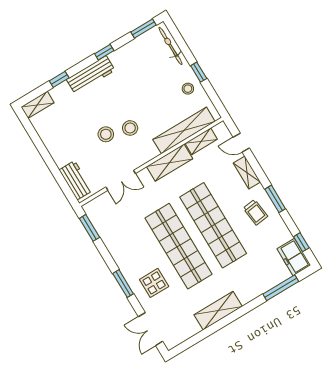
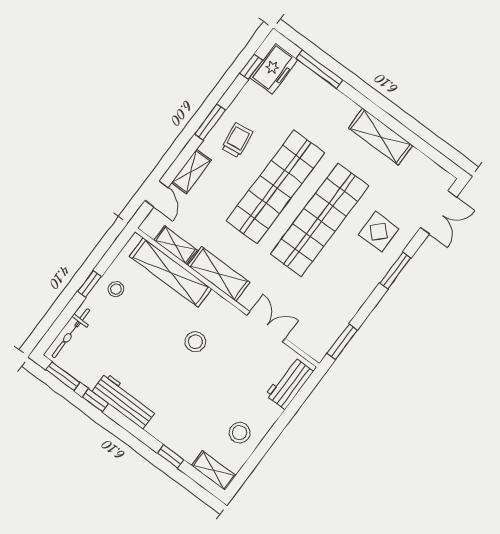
window: (104, 52) -> (95, 400), moved
workbench: (91, 75) -> (124, 401), moved
stool: (106, 134) -> (240, 433), moved

